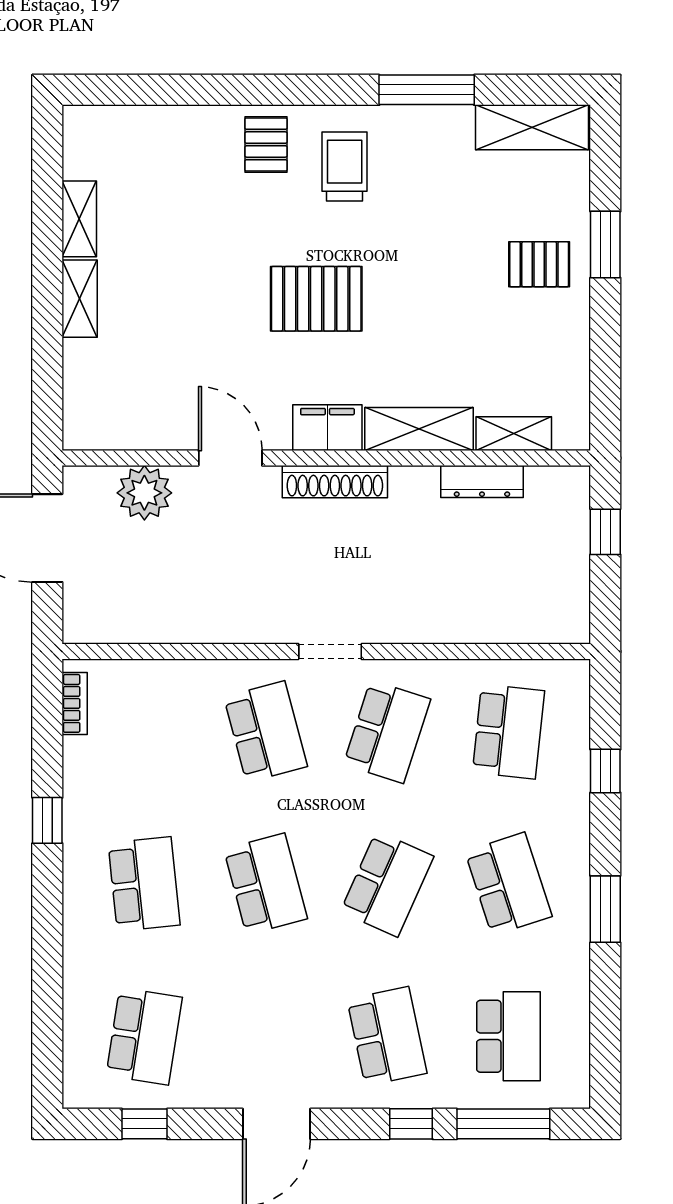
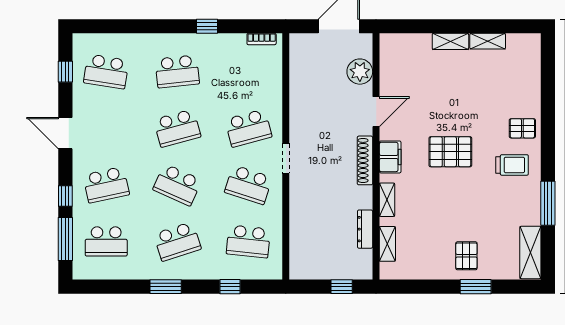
pallet: (316, 299) -> (450, 152), turned 90
shelving: (419, 429) -> (387, 200), width x0.67, depth x0.75

